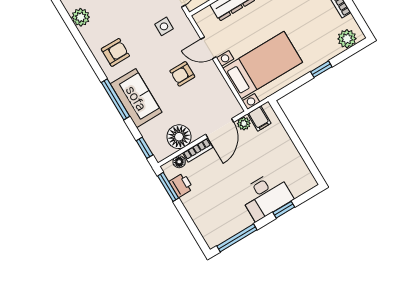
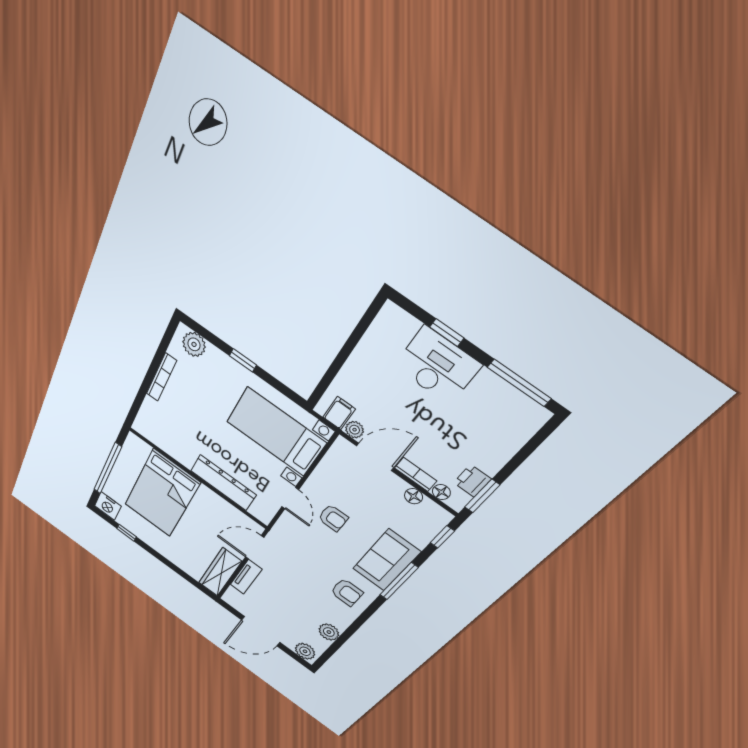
side table: (164, 26) -> (293, 550), removed
armchair: (115, 52) -> (347, 592), turned 180
floor lamp: (179, 137) -> (414, 496), width x0.53, depth x0.53

